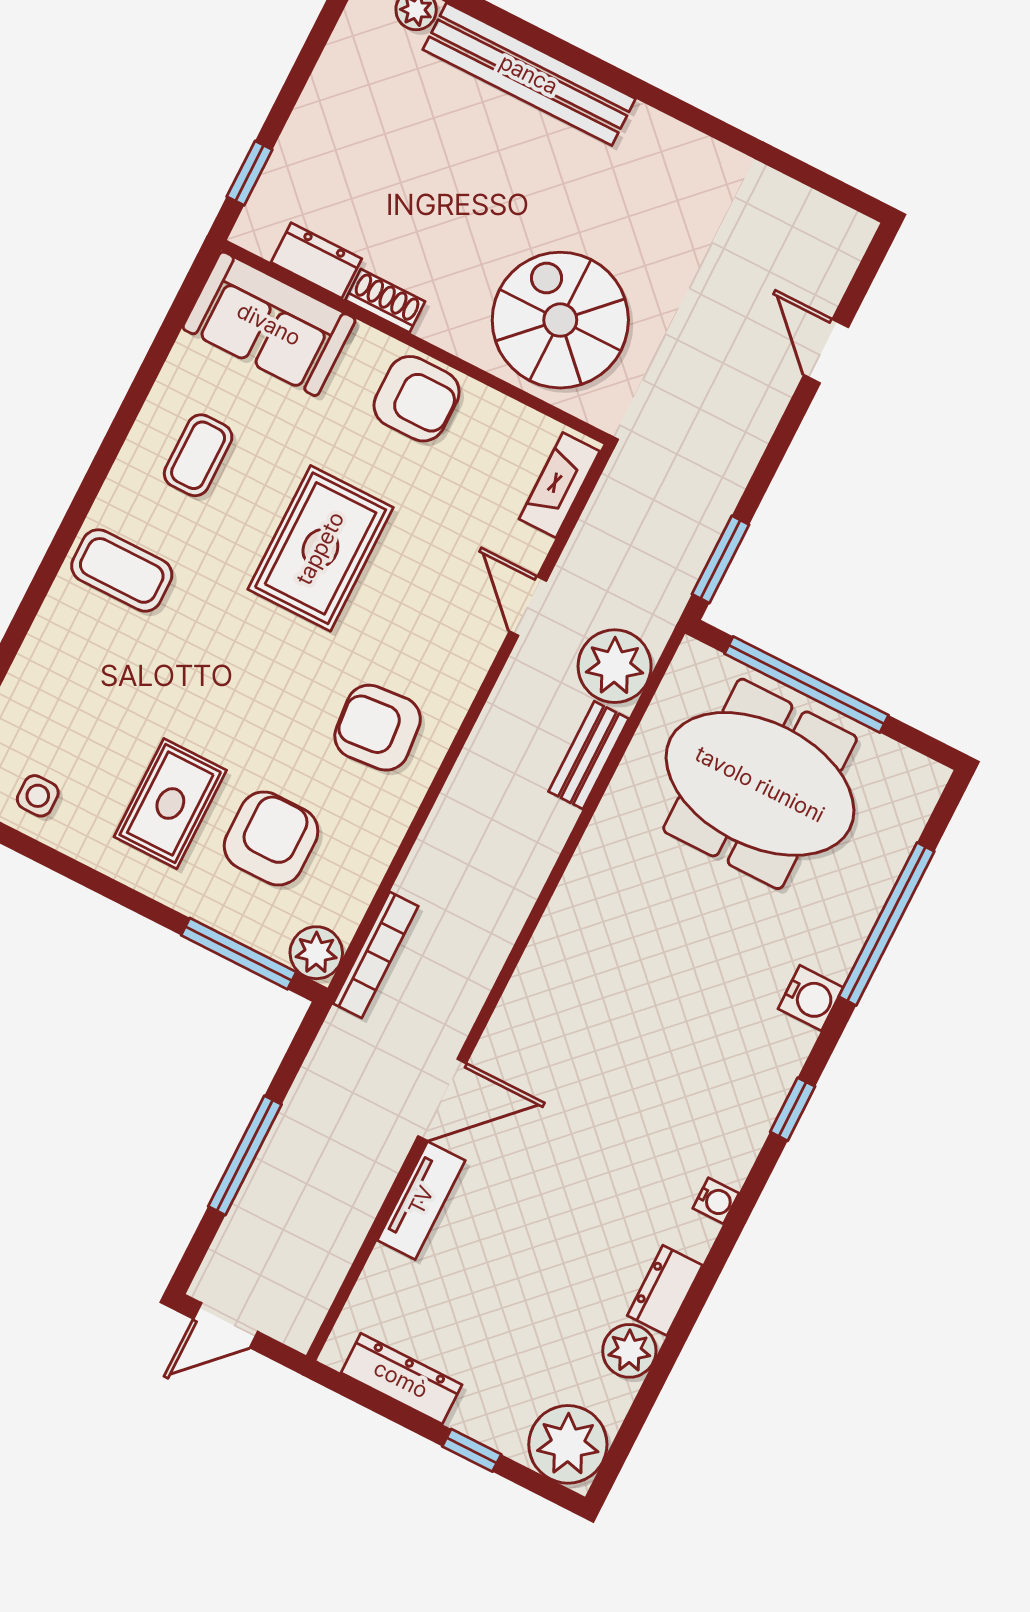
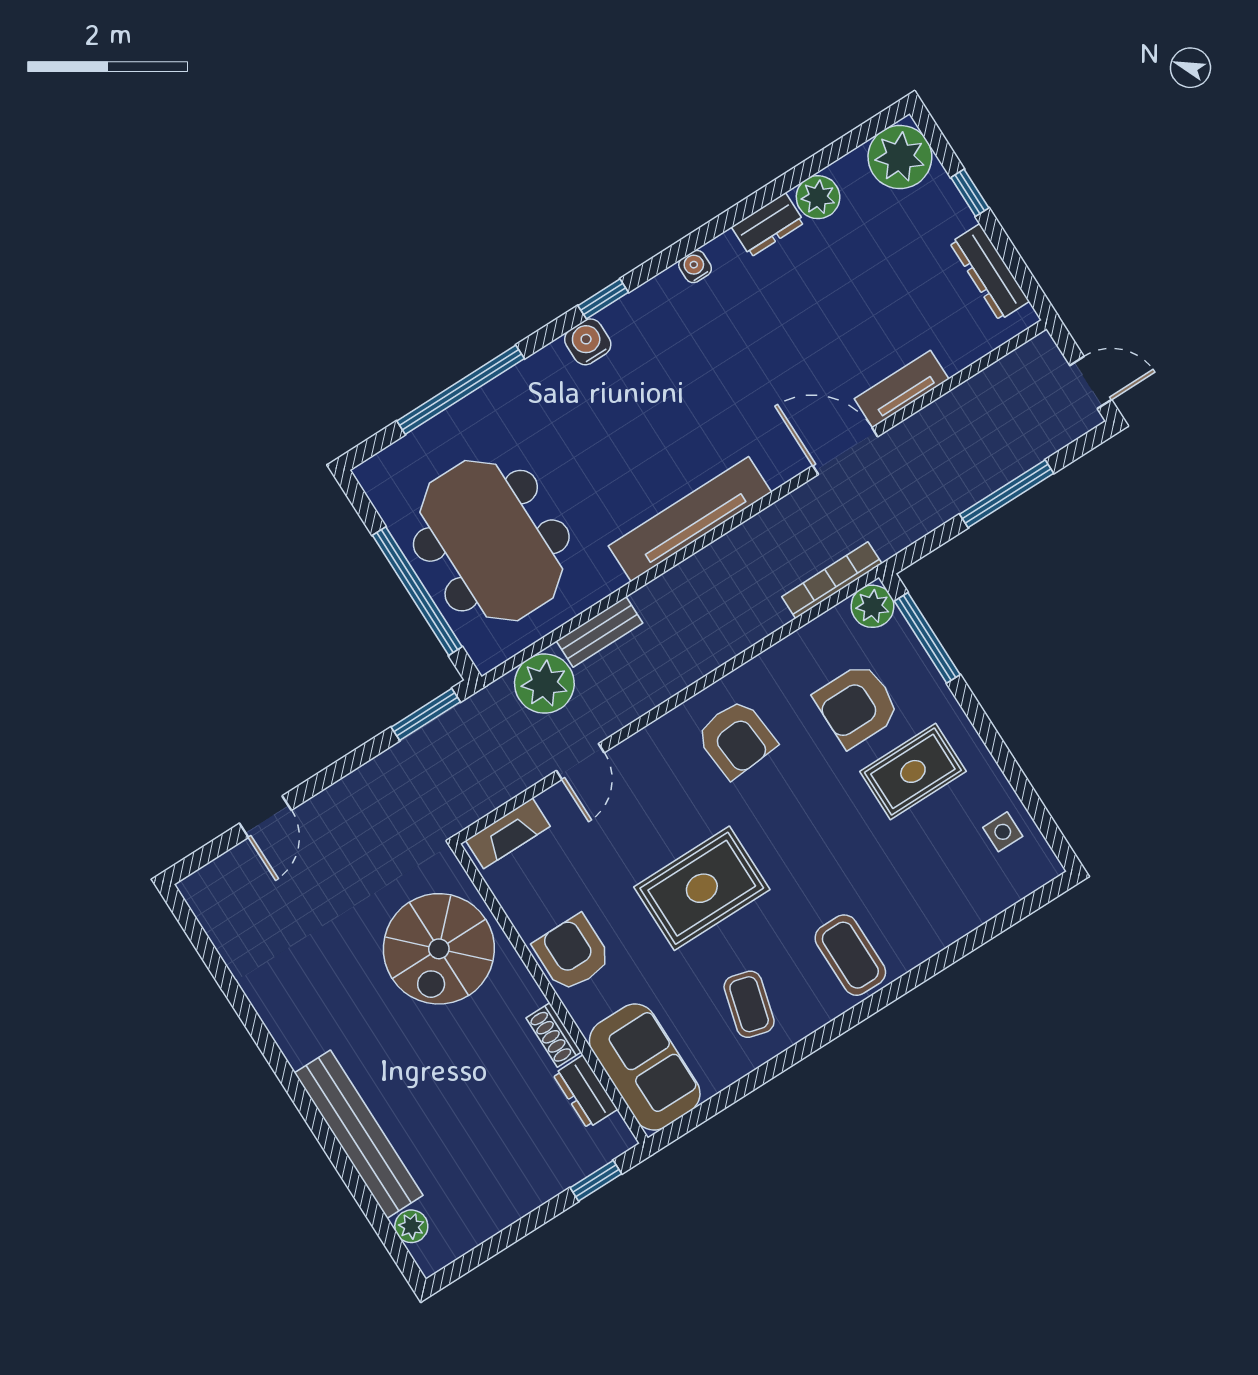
coffee table: (198, 455) -> (749, 1004), turned -75
tv unit: (564, 931) -> (690, 519), added
water cooler: (811, 998) -> (588, 342), moved

